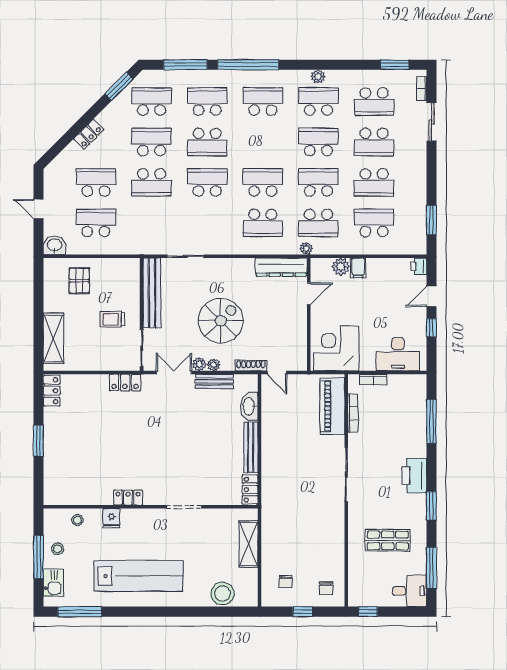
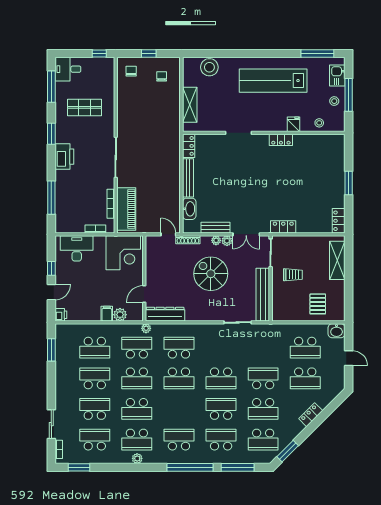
school desk: (207, 102) -> (221, 440), turned 180
school desk: (263, 102) -> (179, 440), turned 180
spiral stairs: (221, 321) -> (211, 274), turned 90

